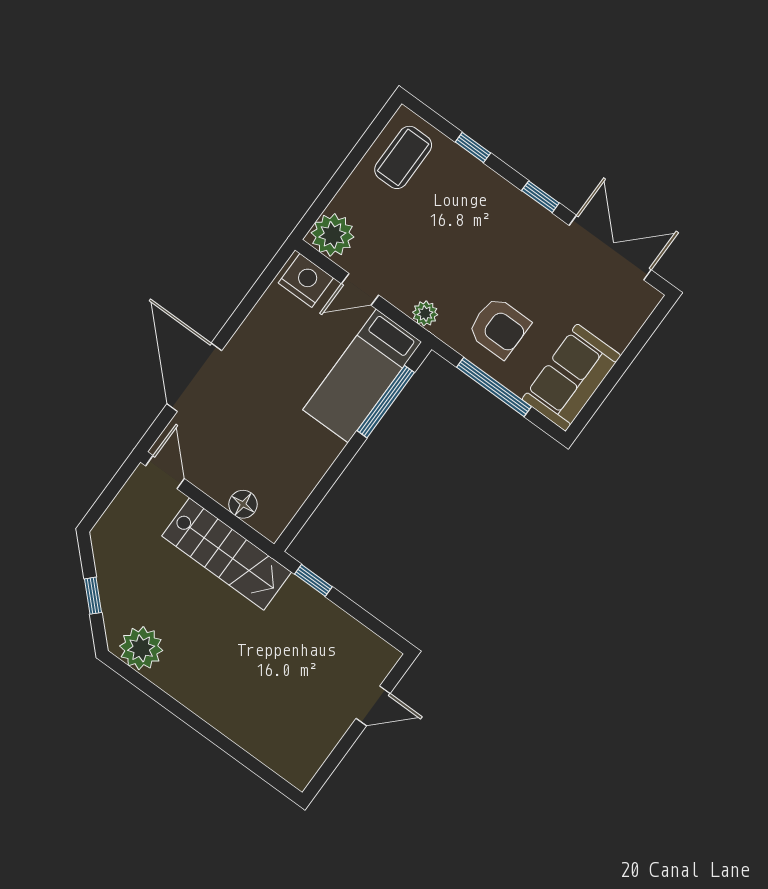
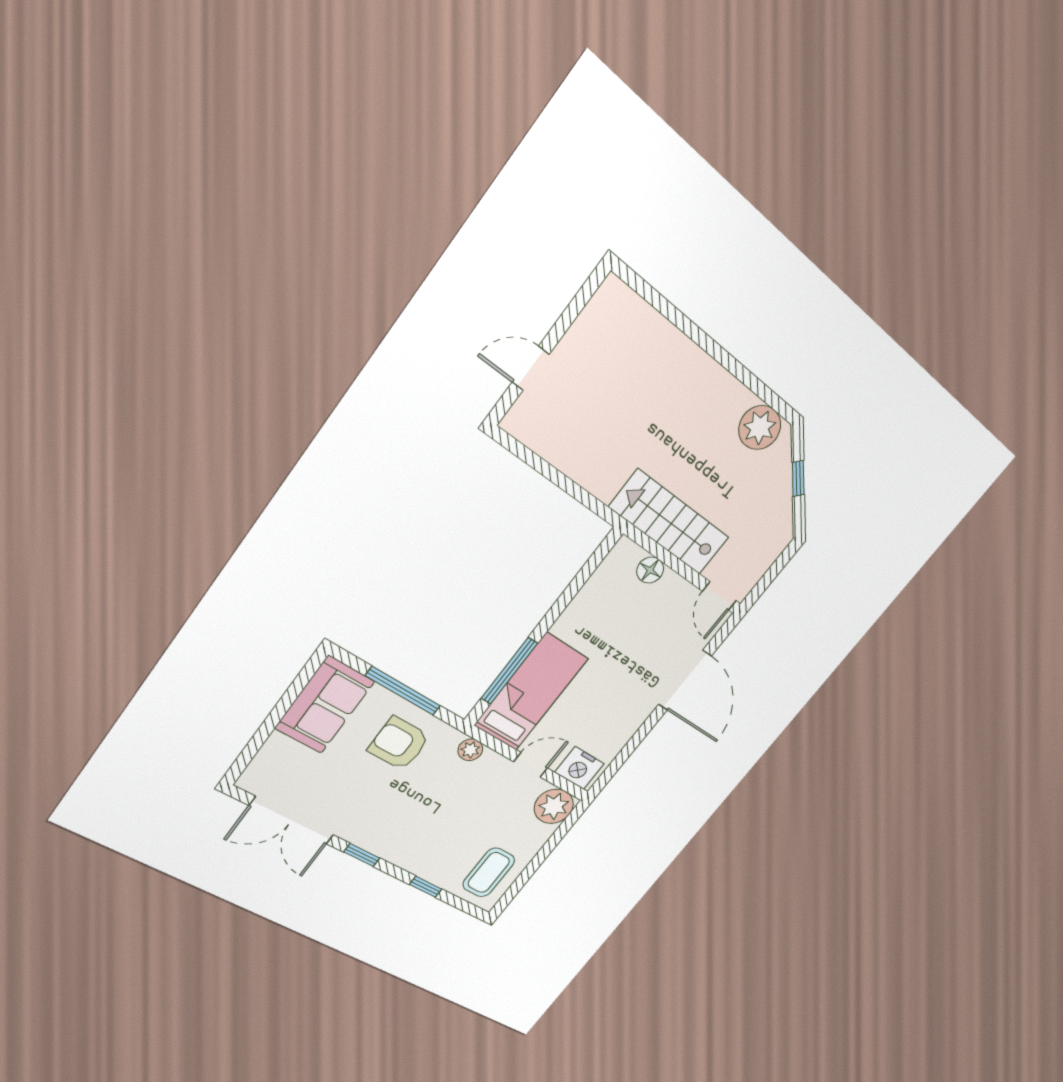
window: (313, 580) -> (587, 499), removed

